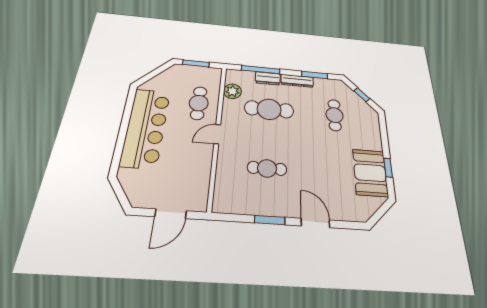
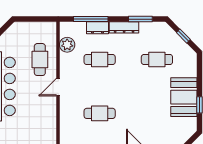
window: (196, 63) -> (33, 19), removed
cafe table: (269, 109) -> (100, 60), width x0.73, depth x0.74
cafe table: (335, 115) -> (157, 60), turned 90
booth: (370, 173) -> (184, 97), moved

